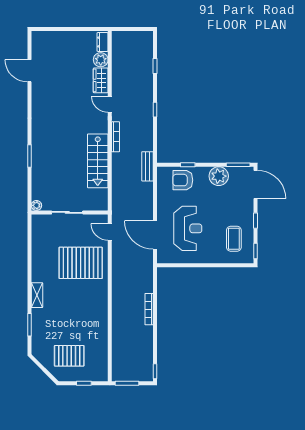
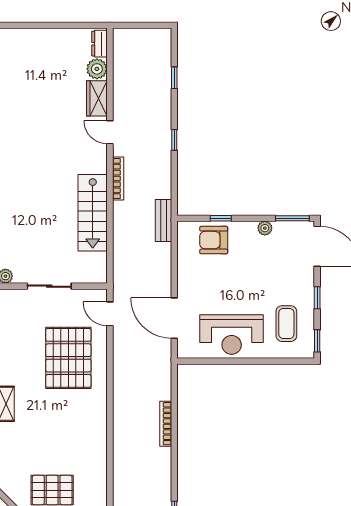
plant: (219, 176) -> (265, 228), width x0.53, depth x0.53
reception desk: (188, 228) -> (232, 335), moved, turned 90
pallet: (81, 263) -> (68, 358), turned 90

